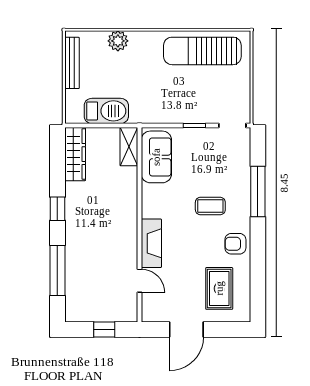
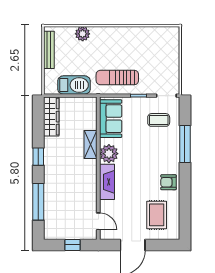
sun lounger: (202, 51) -> (117, 77), moved, width x0.73, depth x0.75
shelving: (129, 147) -> (91, 144), moved
plant: (154, 205) -> (109, 154), added
coffee table: (210, 206) -> (159, 120), moved
door: (139, 281) -> (98, 221), moved

